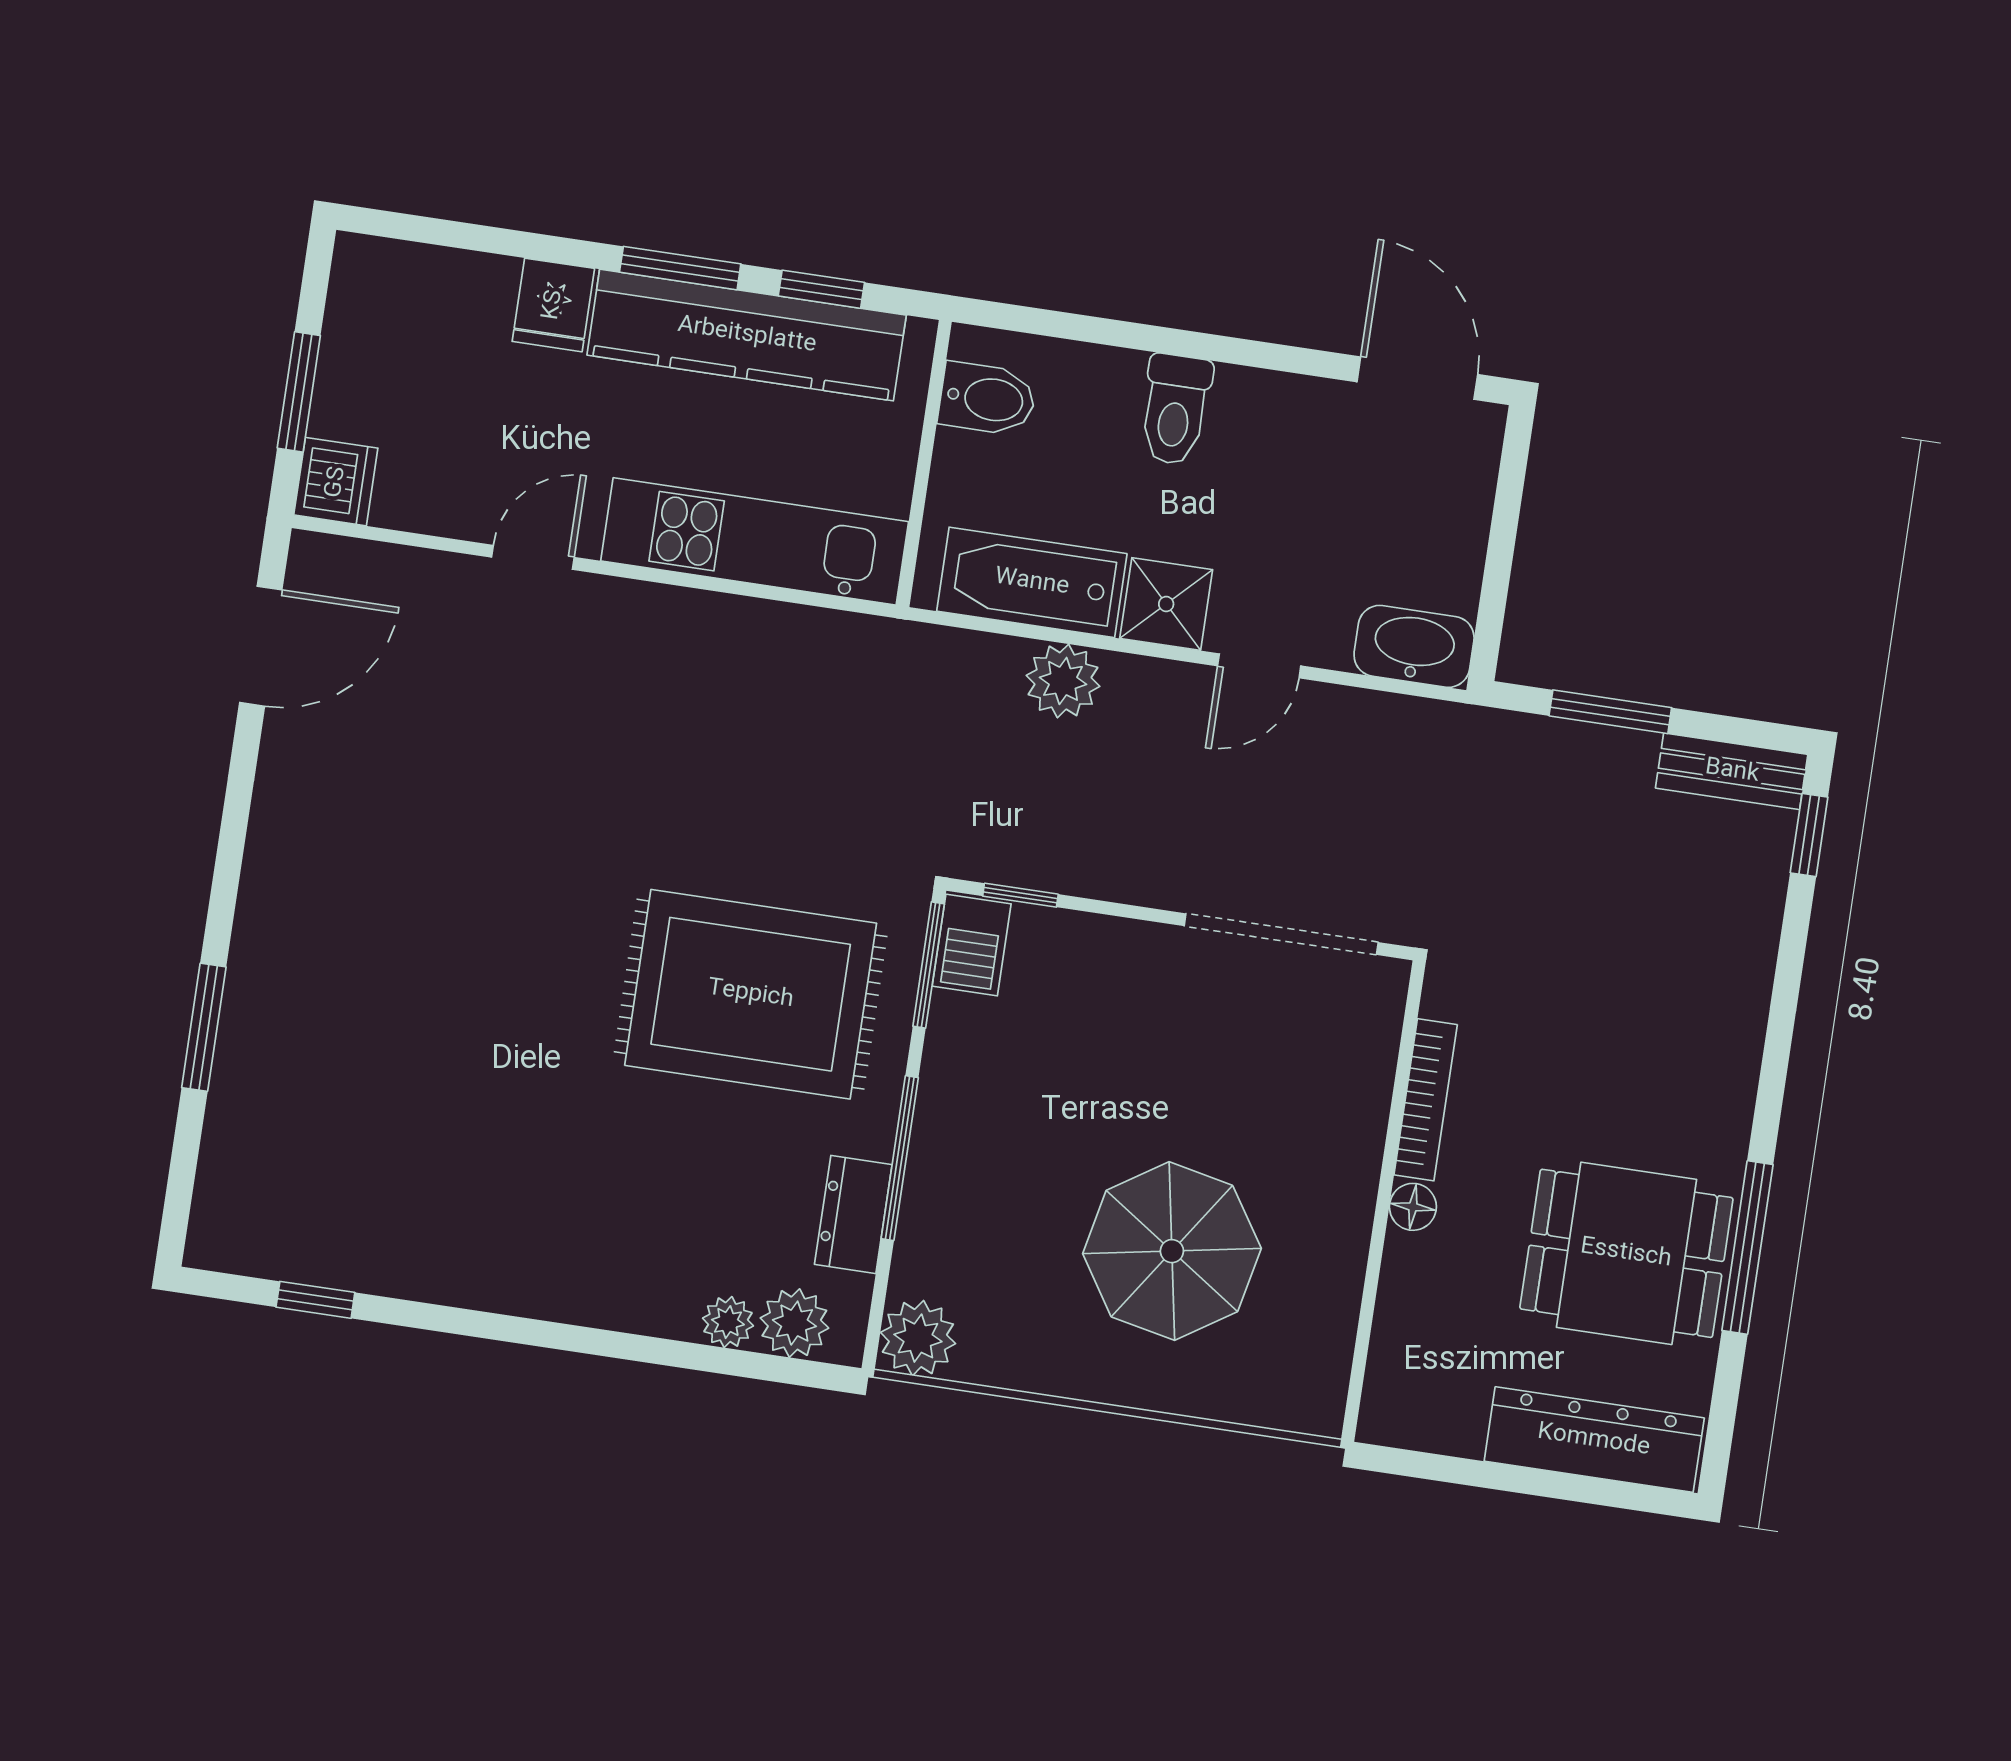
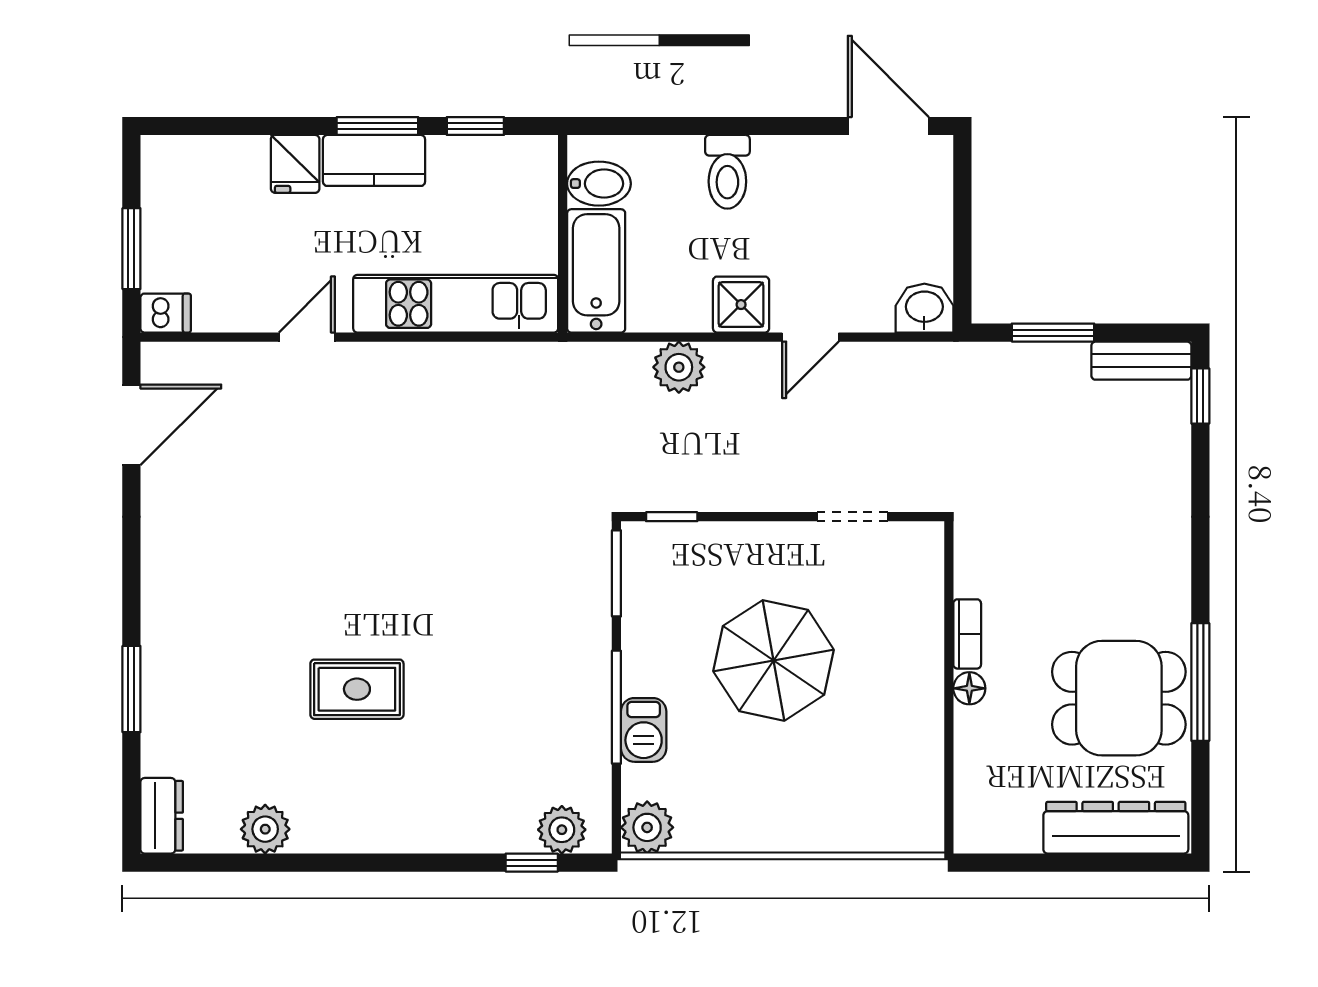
kitchen counter: (747, 335) -> (374, 160), width x0.48, depth x0.86
dishwasher: (336, 482) -> (166, 313), width x0.73
bathtub: (1032, 582) -> (596, 271), moved, turned 90
washbasin: (1414, 646) -> (924, 308), width x0.72
doorway: (1281, 934) -> (852, 517), width x0.53
barbecue: (972, 945) -> (644, 730), moved
rug: (751, 994) -> (357, 689), moved, width x0.54, depth x0.49
bookcase: (1426, 1100) -> (967, 634), width x0.64
dresser: (853, 1214) -> (162, 816), moved, turned 180
parasol: (1172, 1251) -> (774, 660), moved
window: (315, 1300) -> (532, 863), moved
plant: (728, 1322) -> (265, 829), moved, width x1.38, depth x1.38

